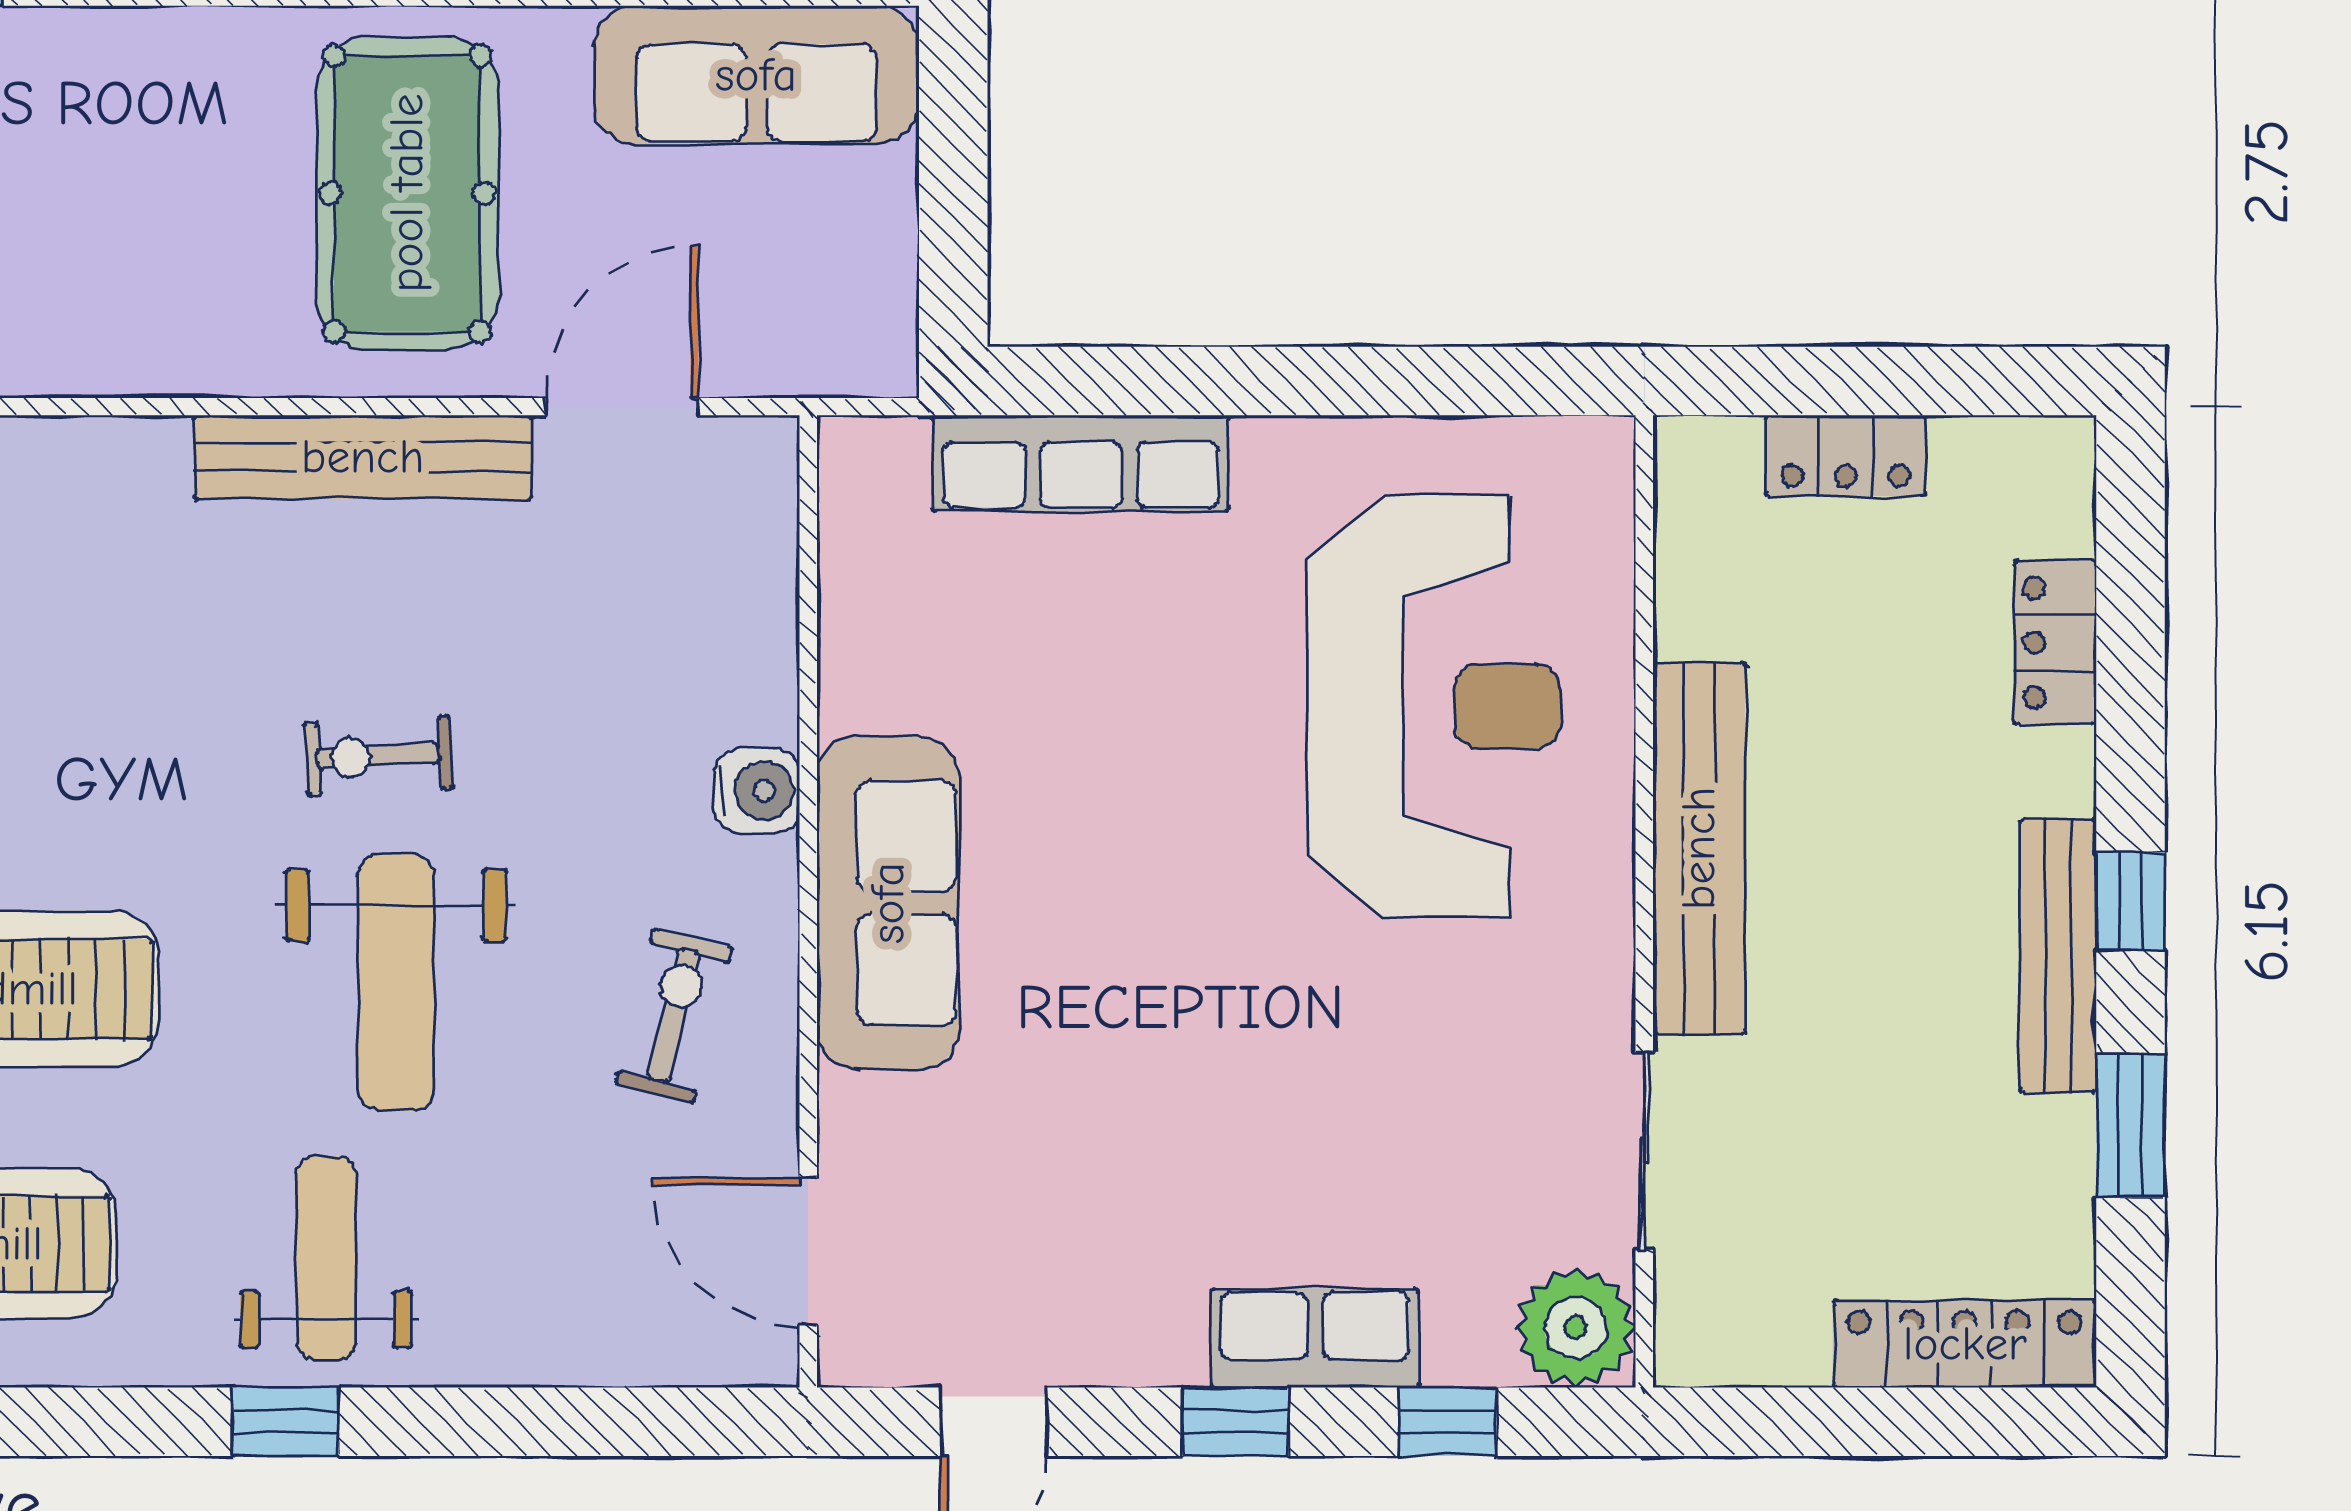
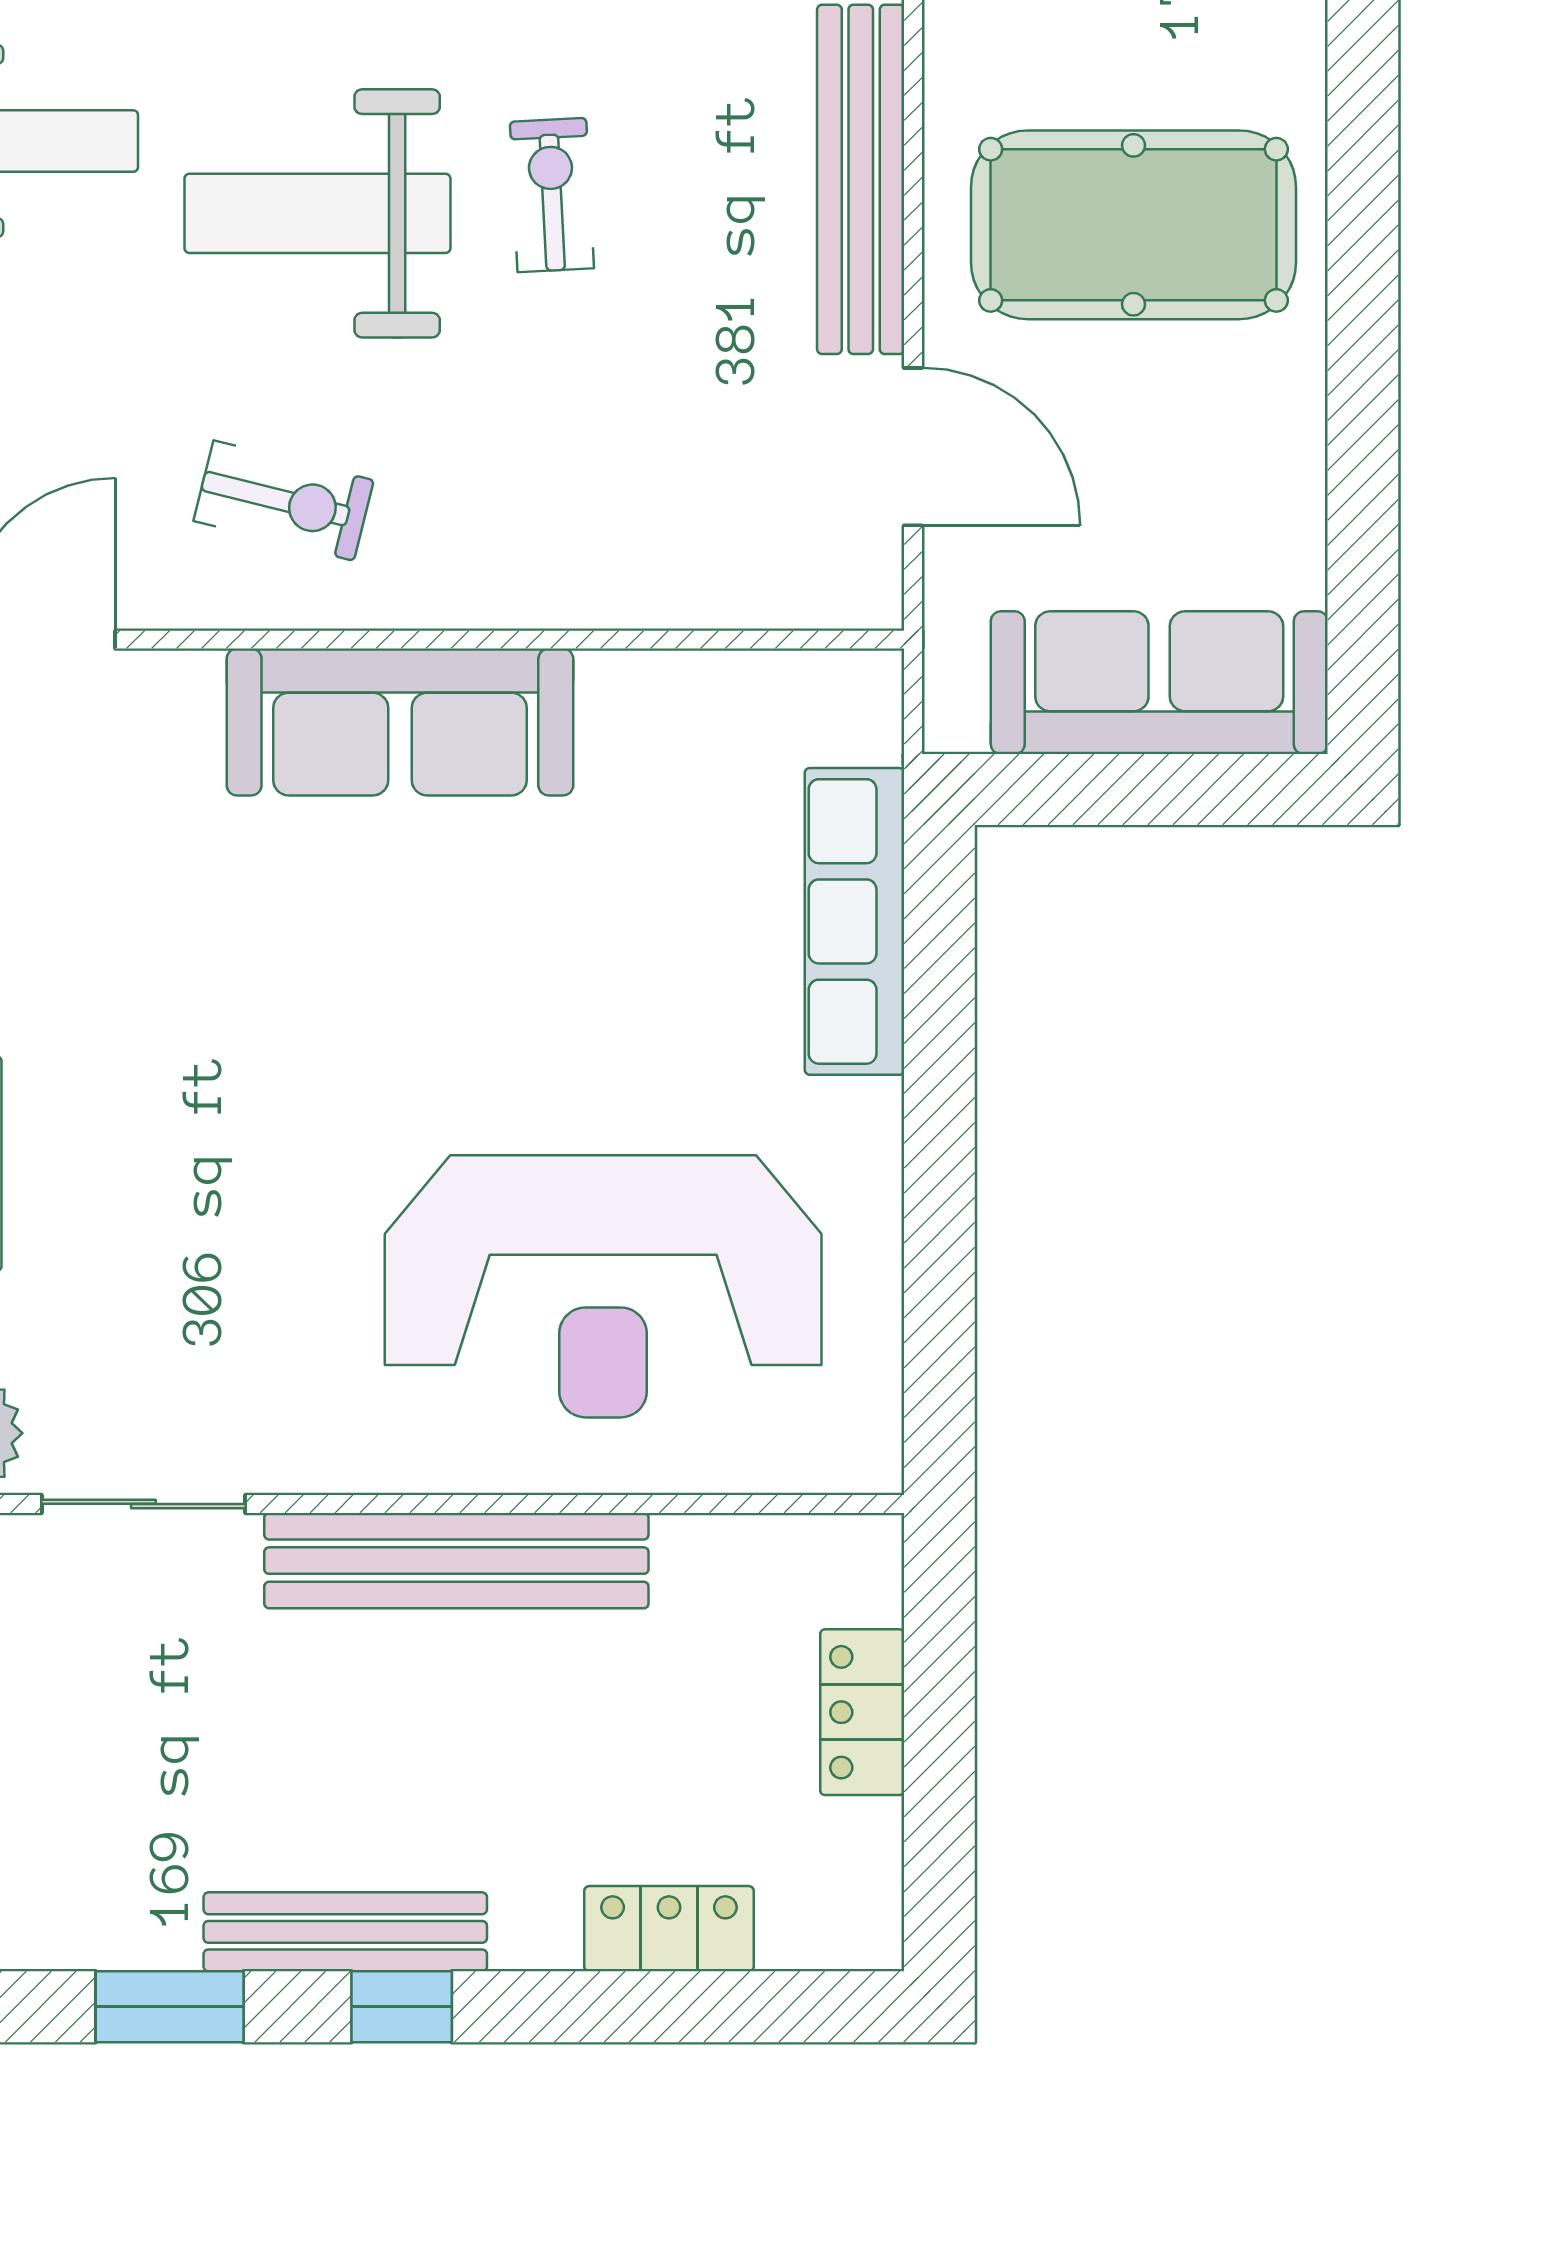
sofa: (756, 75) -> (1159, 683), moved, turned 90
water cooler: (757, 791) -> (516, 587), removed

